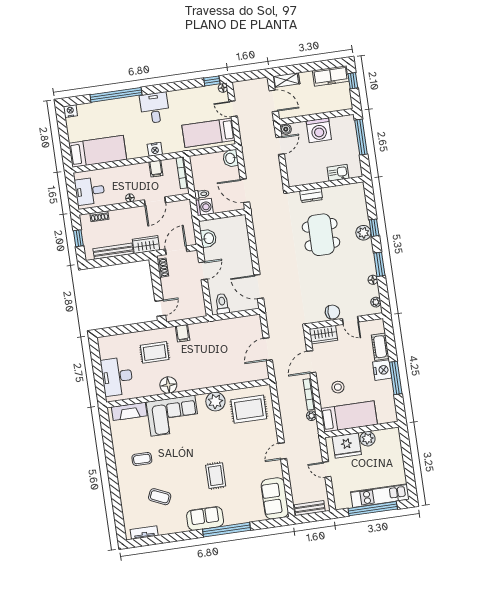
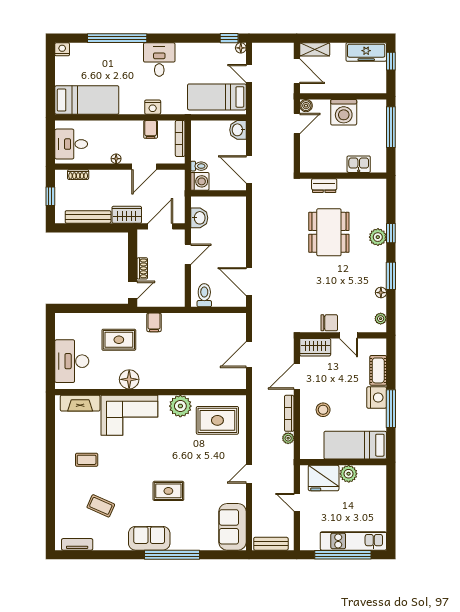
shoe rack: (163, 268) -> (142, 268), moved
bed: (349, 416) -> (355, 445), moved, turned 180
rug: (216, 476) -> (168, 491), turned 90

